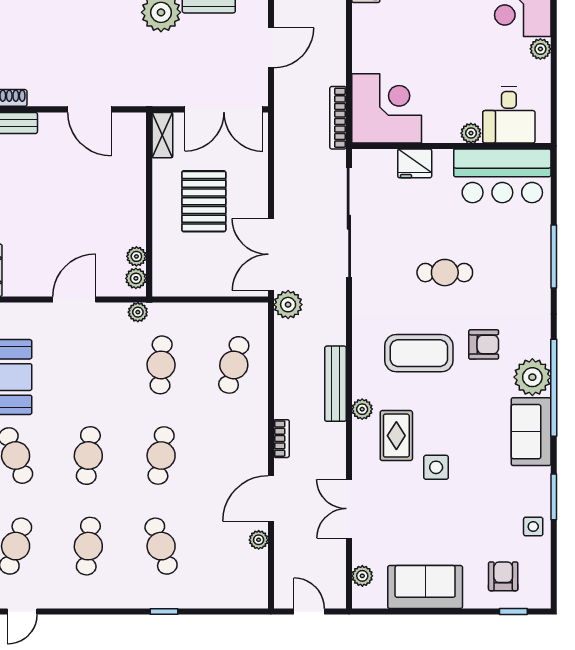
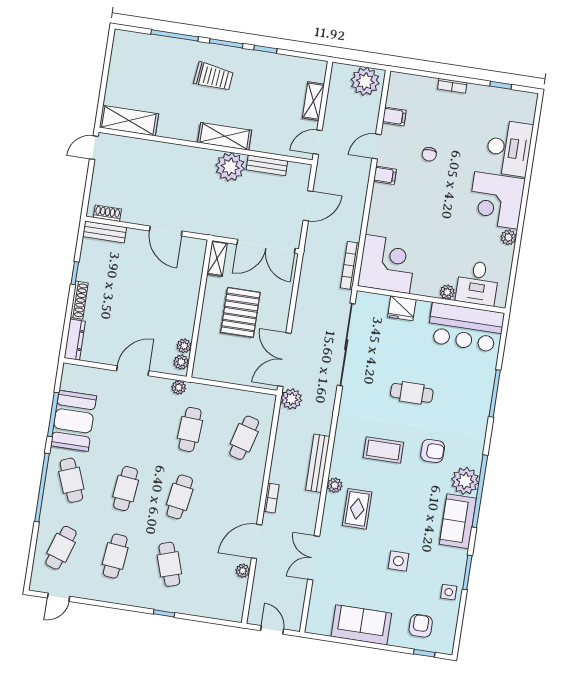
coffee table: (419, 353) -> (383, 450), width x0.73, depth x0.76
side table: (436, 467) -> (398, 561), moved
plant: (362, 576) -> (316, 609), removed

